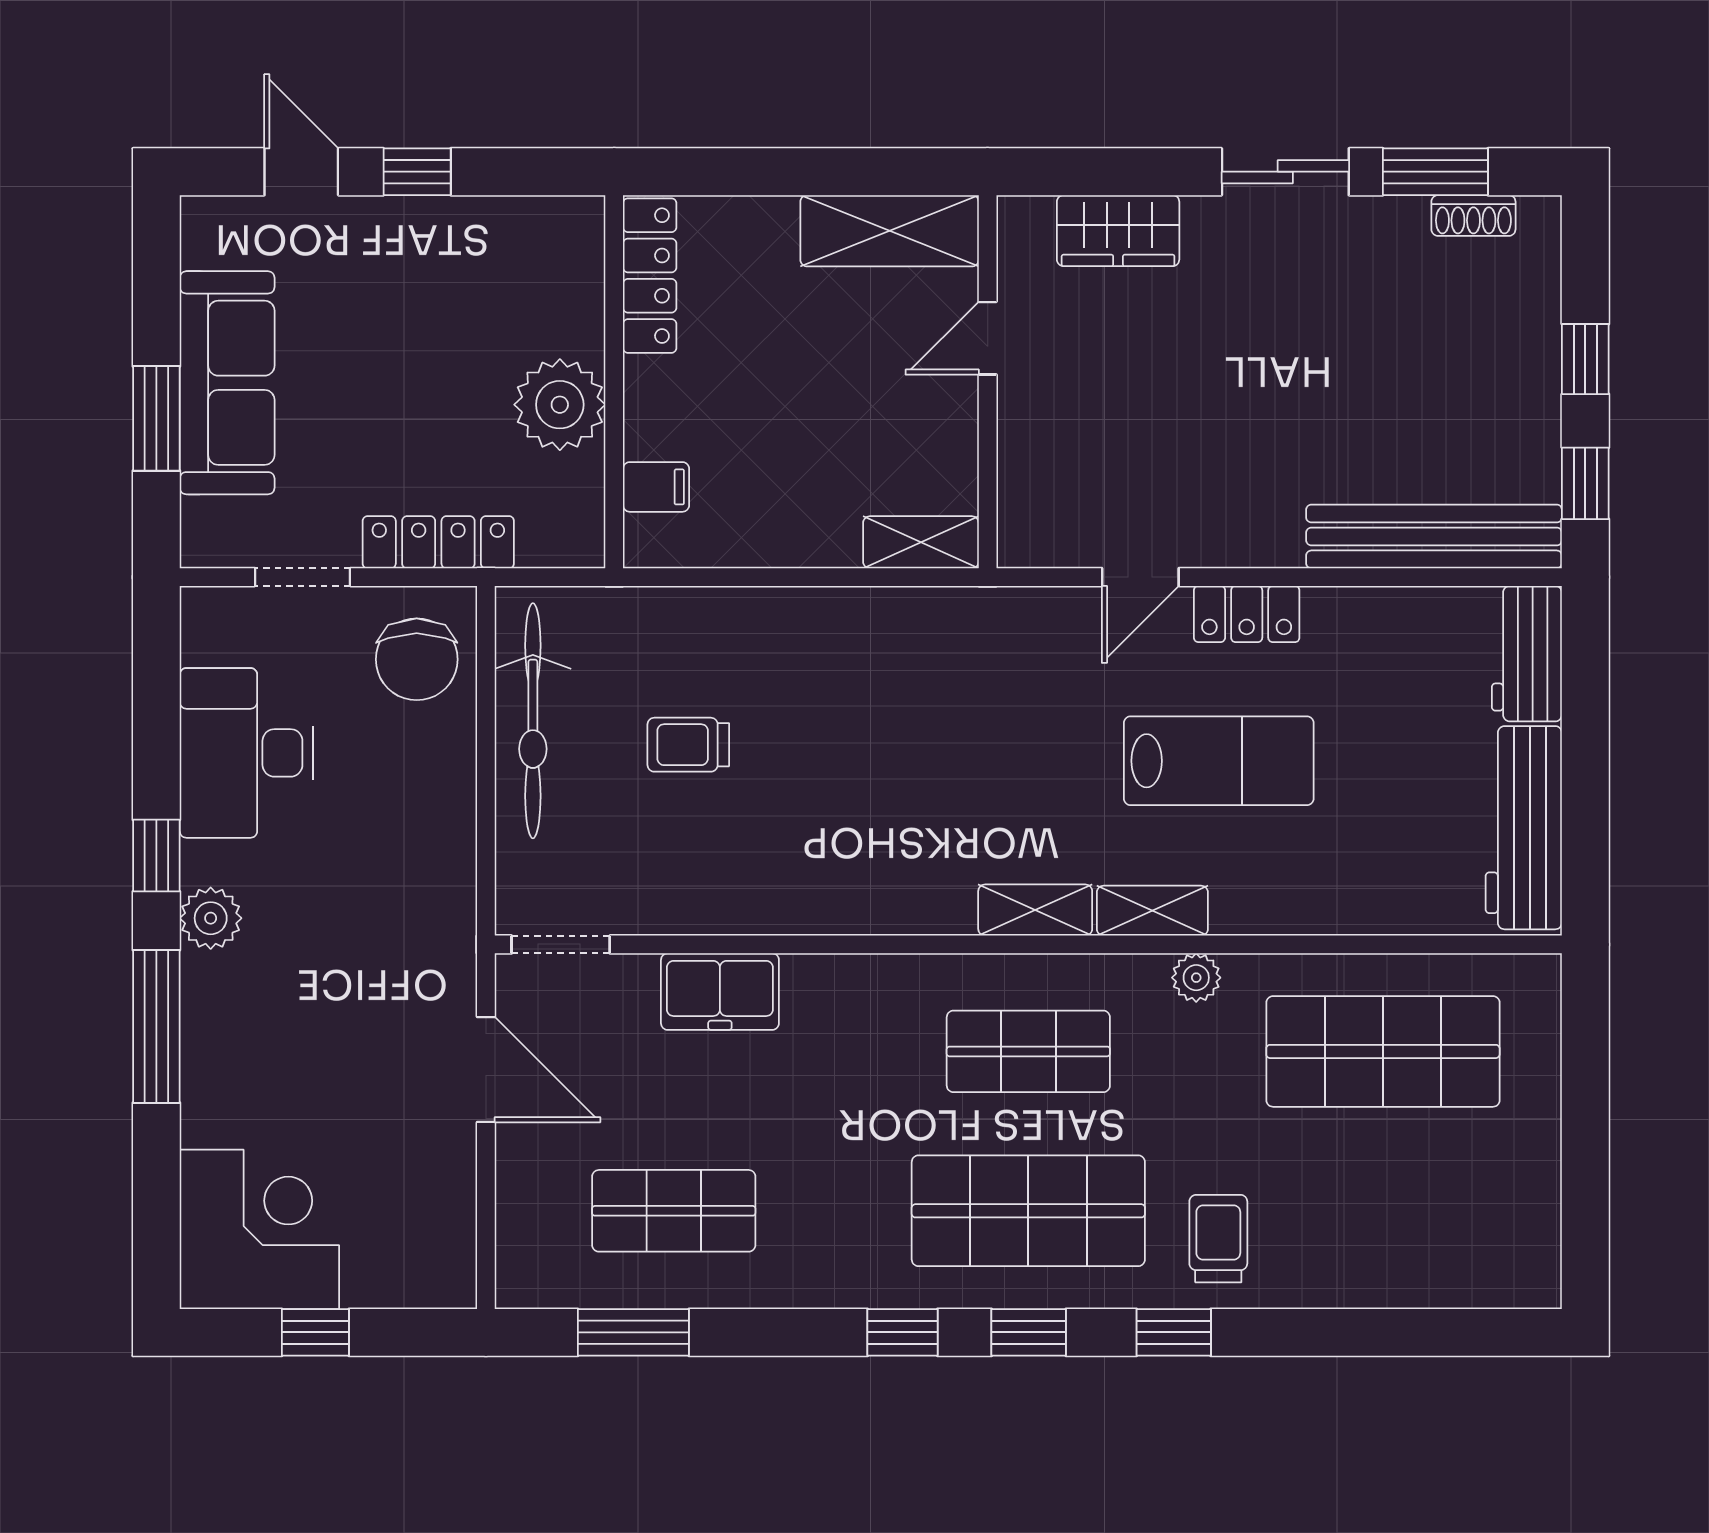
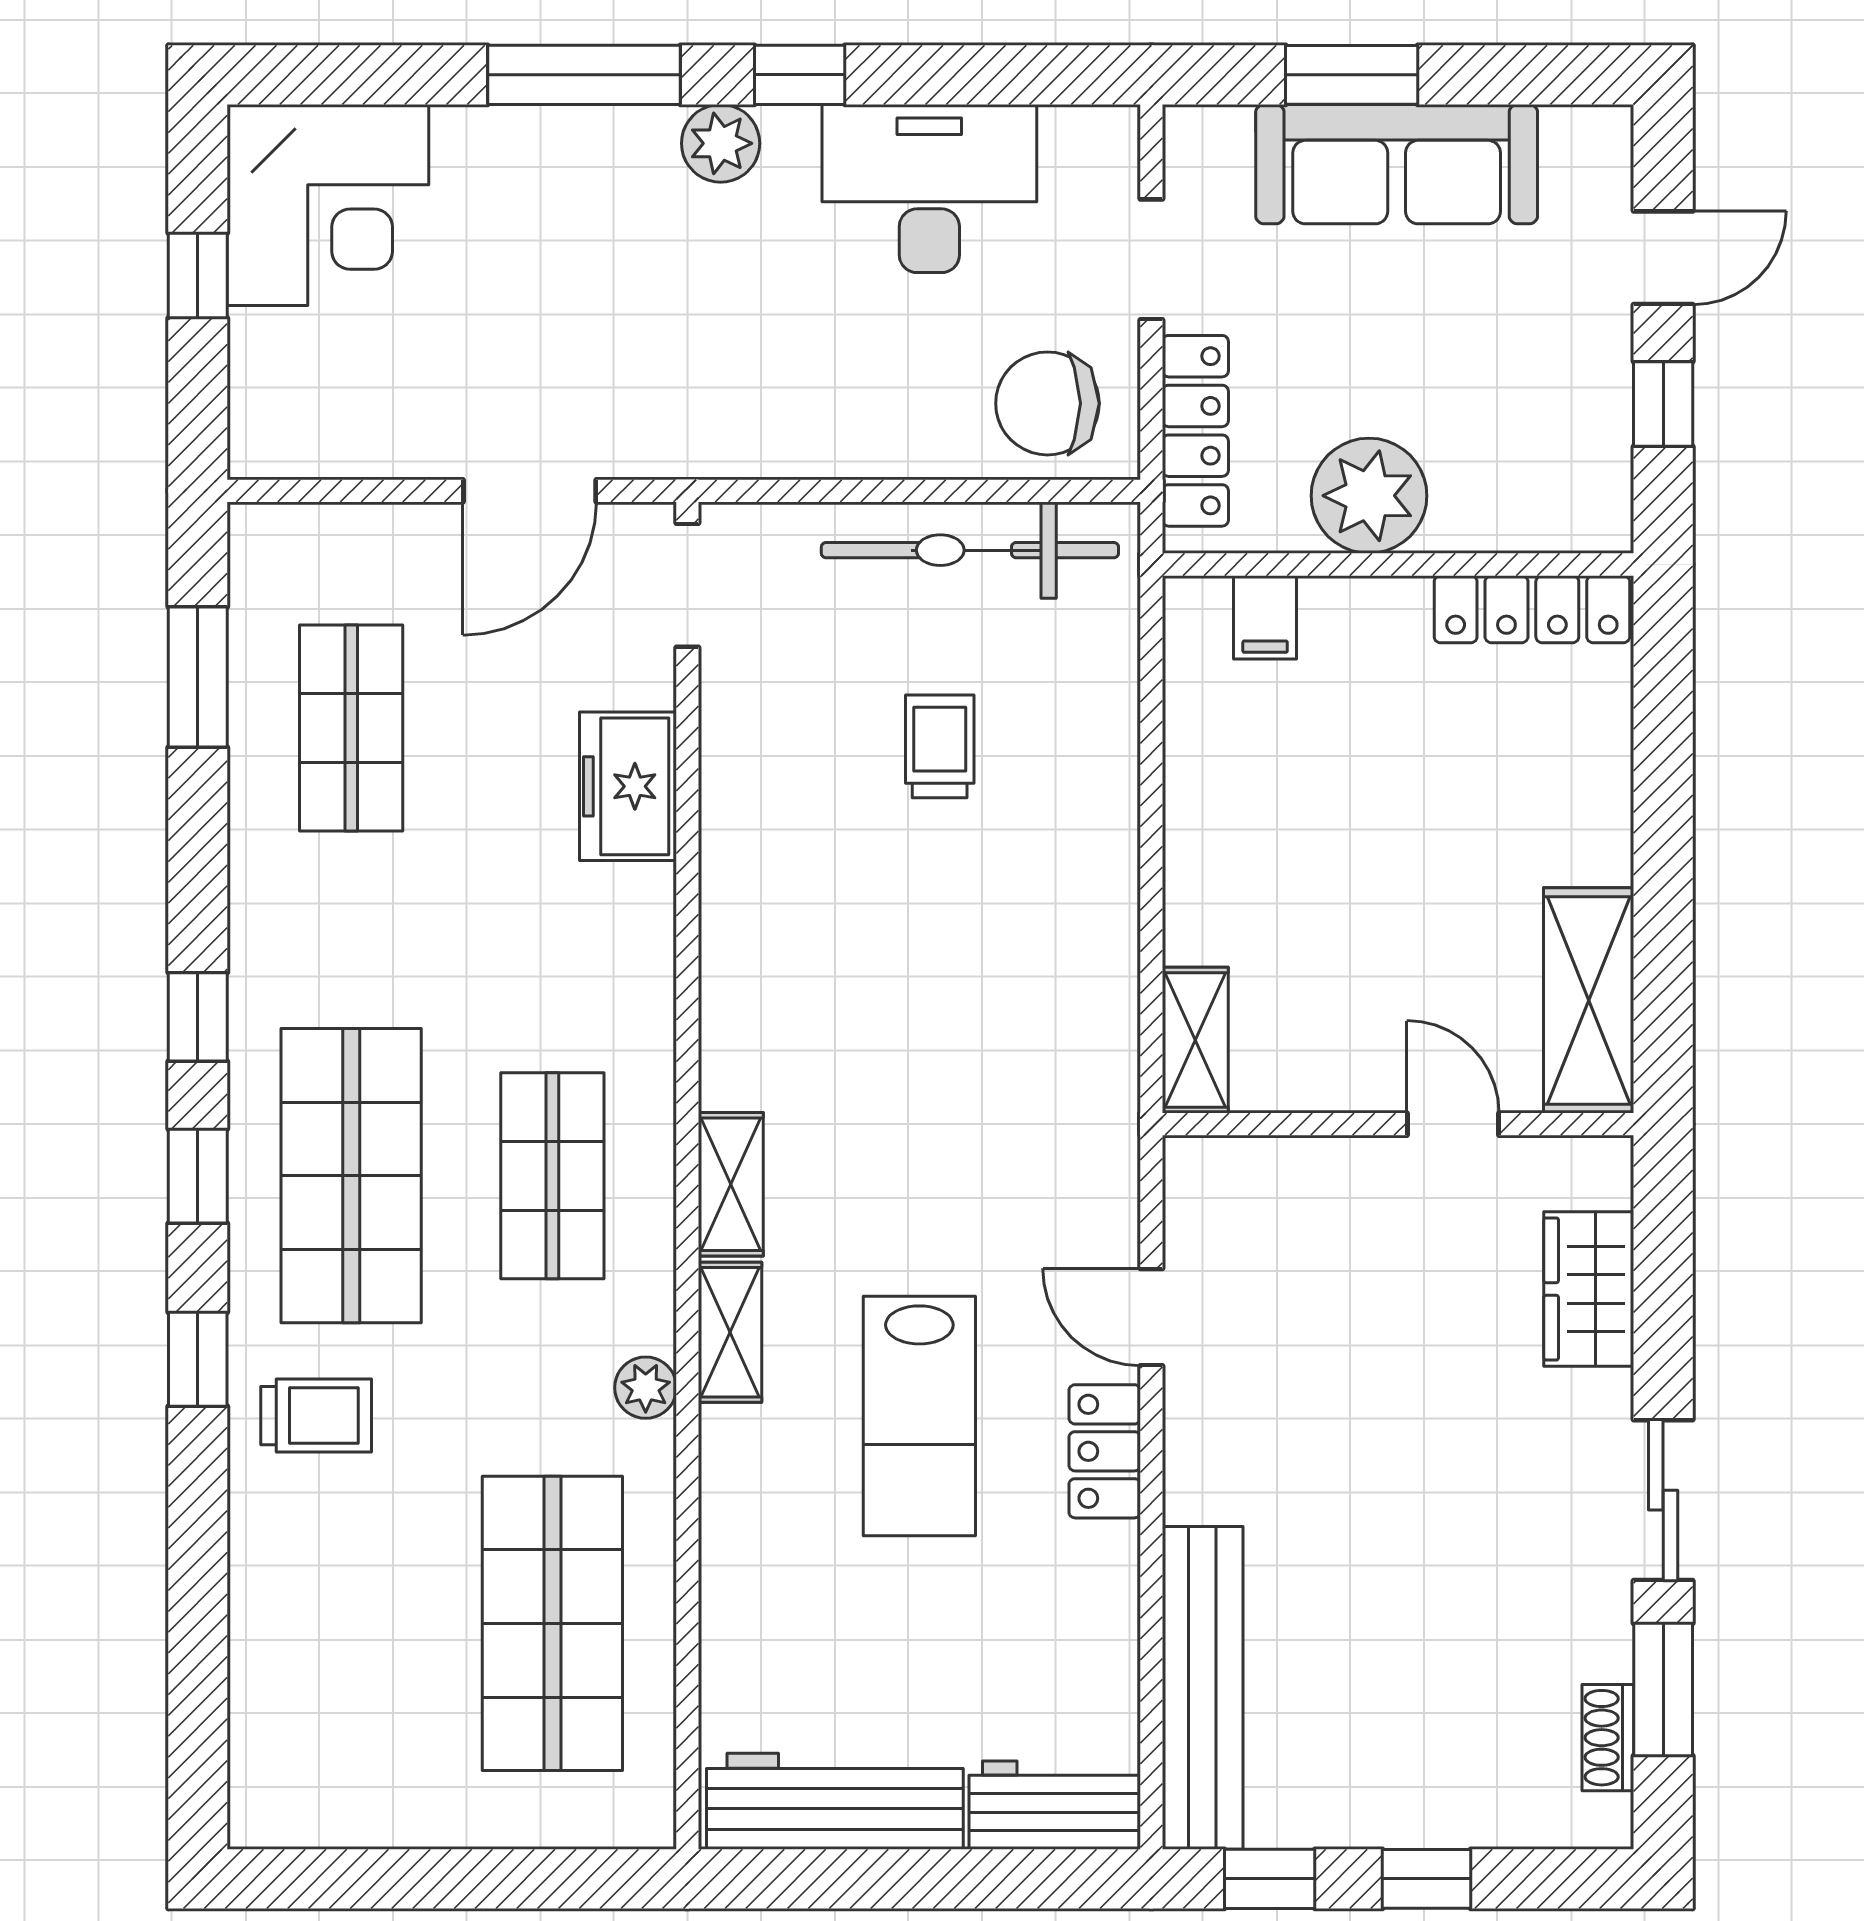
locker: (650, 276) -> (1532, 609), moved
wall: (614, 382) -> (1398, 565), moved
plant: (560, 405) -> (1369, 496), moved
filing cabinet: (656, 487) -> (1265, 617), moved

